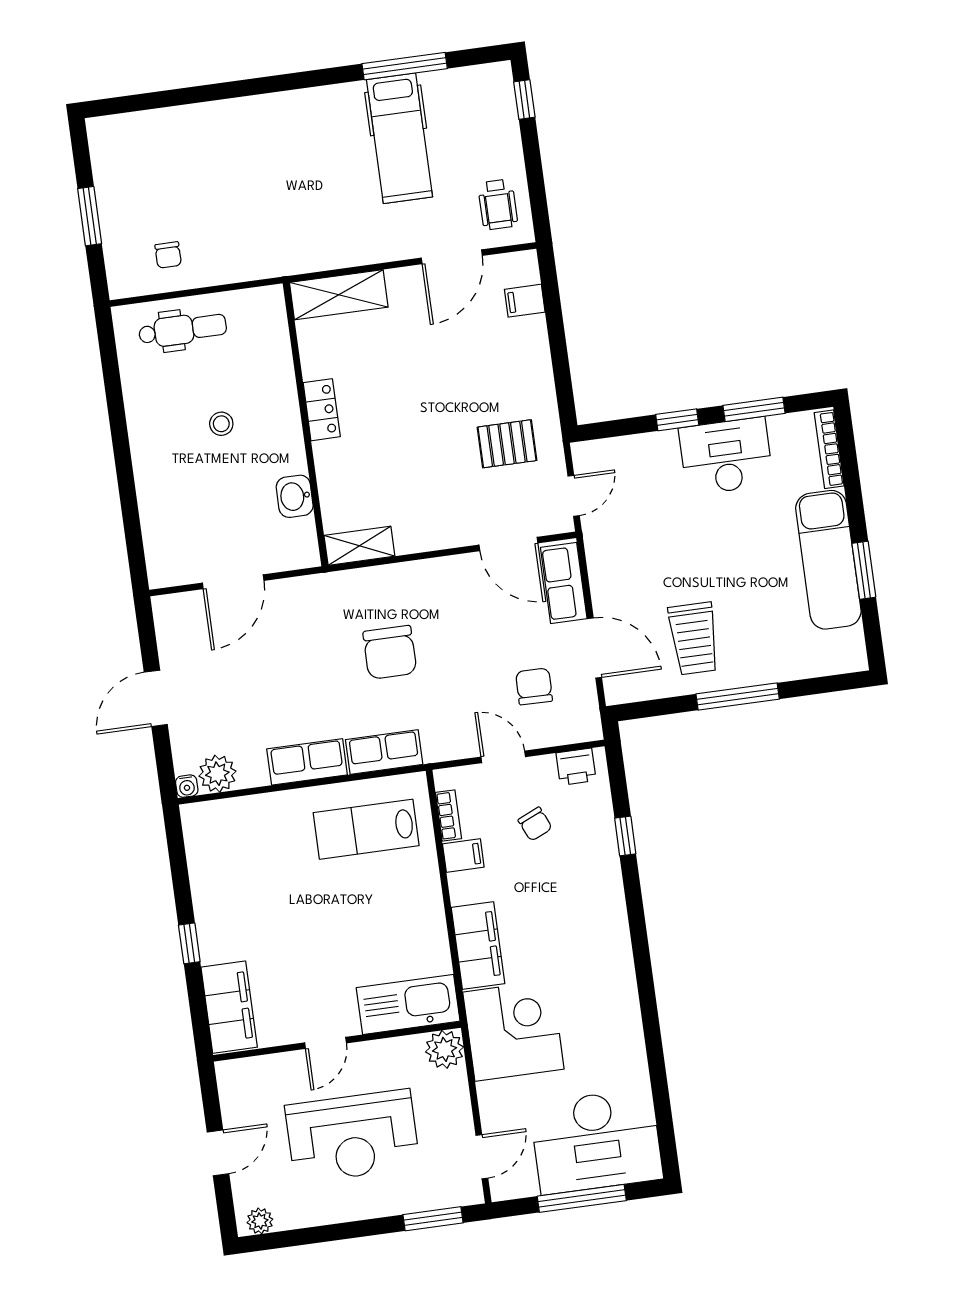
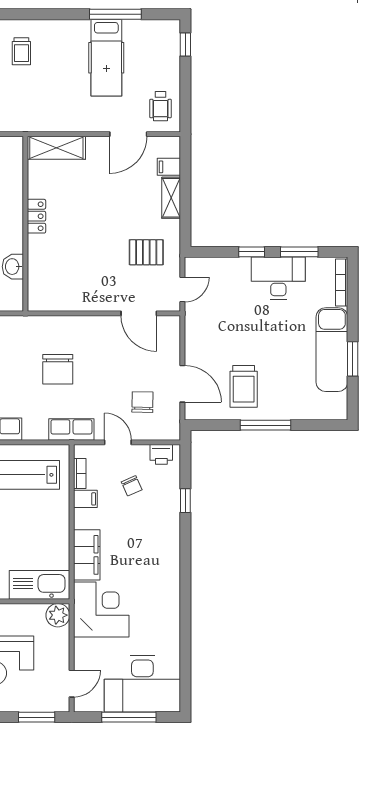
trolley: (261, 147) -> (21, 51), added
shelving: (359, 546) -> (171, 198), moved, turned 90
row of seats: (564, 583) -> (169, 342), removed
row of seats: (384, 752) -> (71, 429), moved

